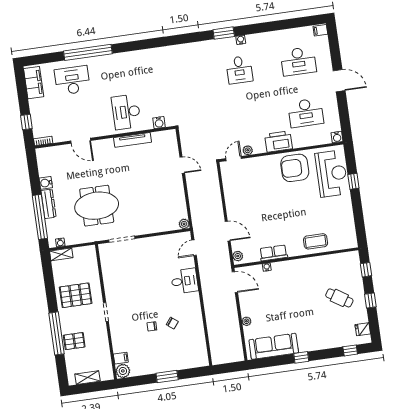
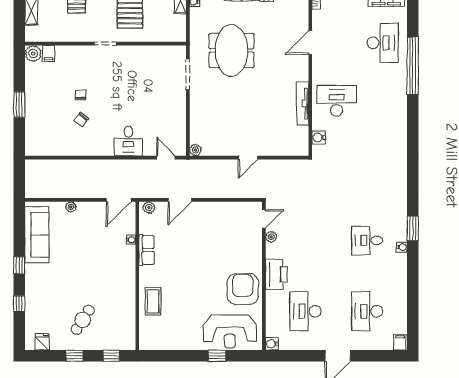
door: (234, 159) -> (264, 219), hinge flipped
door: (182, 165) -> (248, 158), moved
window: (350, 350) -> (19, 304), moved

